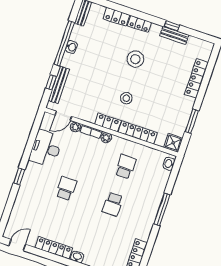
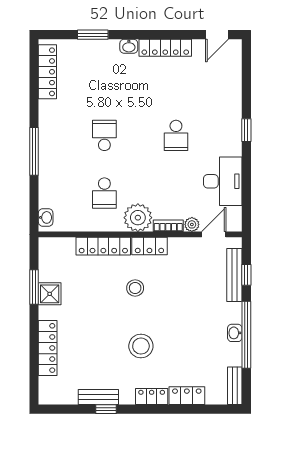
plant: (106, 138) -> (138, 218), width x1.87, depth x1.87
shower: (173, 143) -> (50, 294), moved

